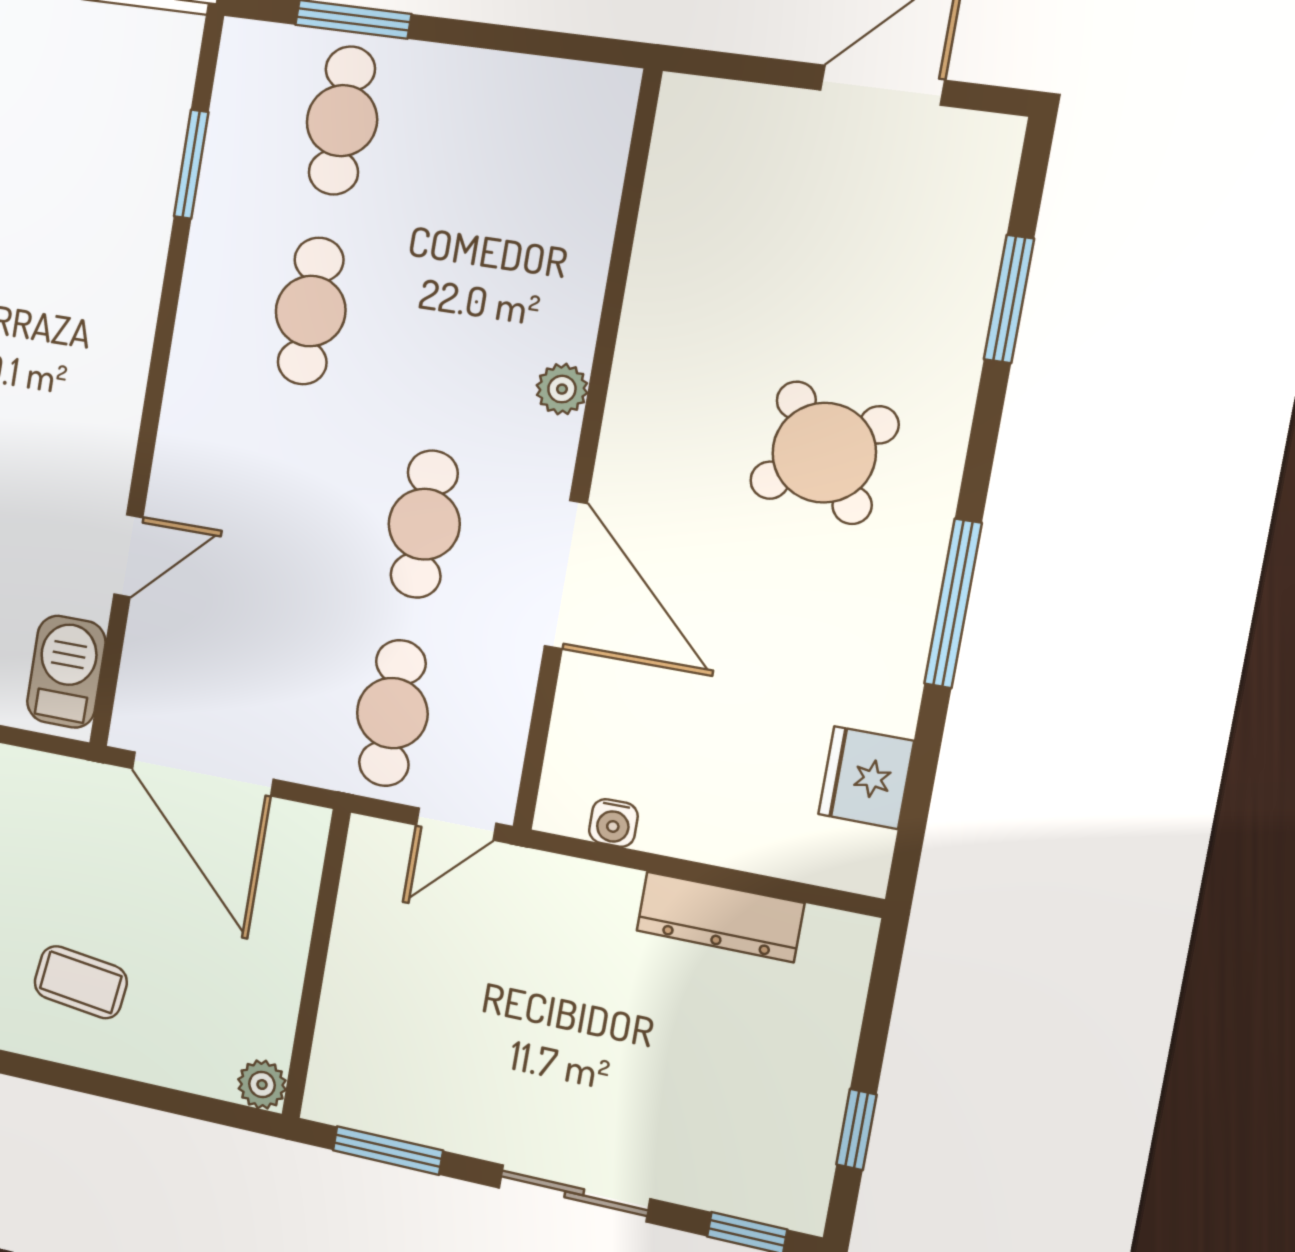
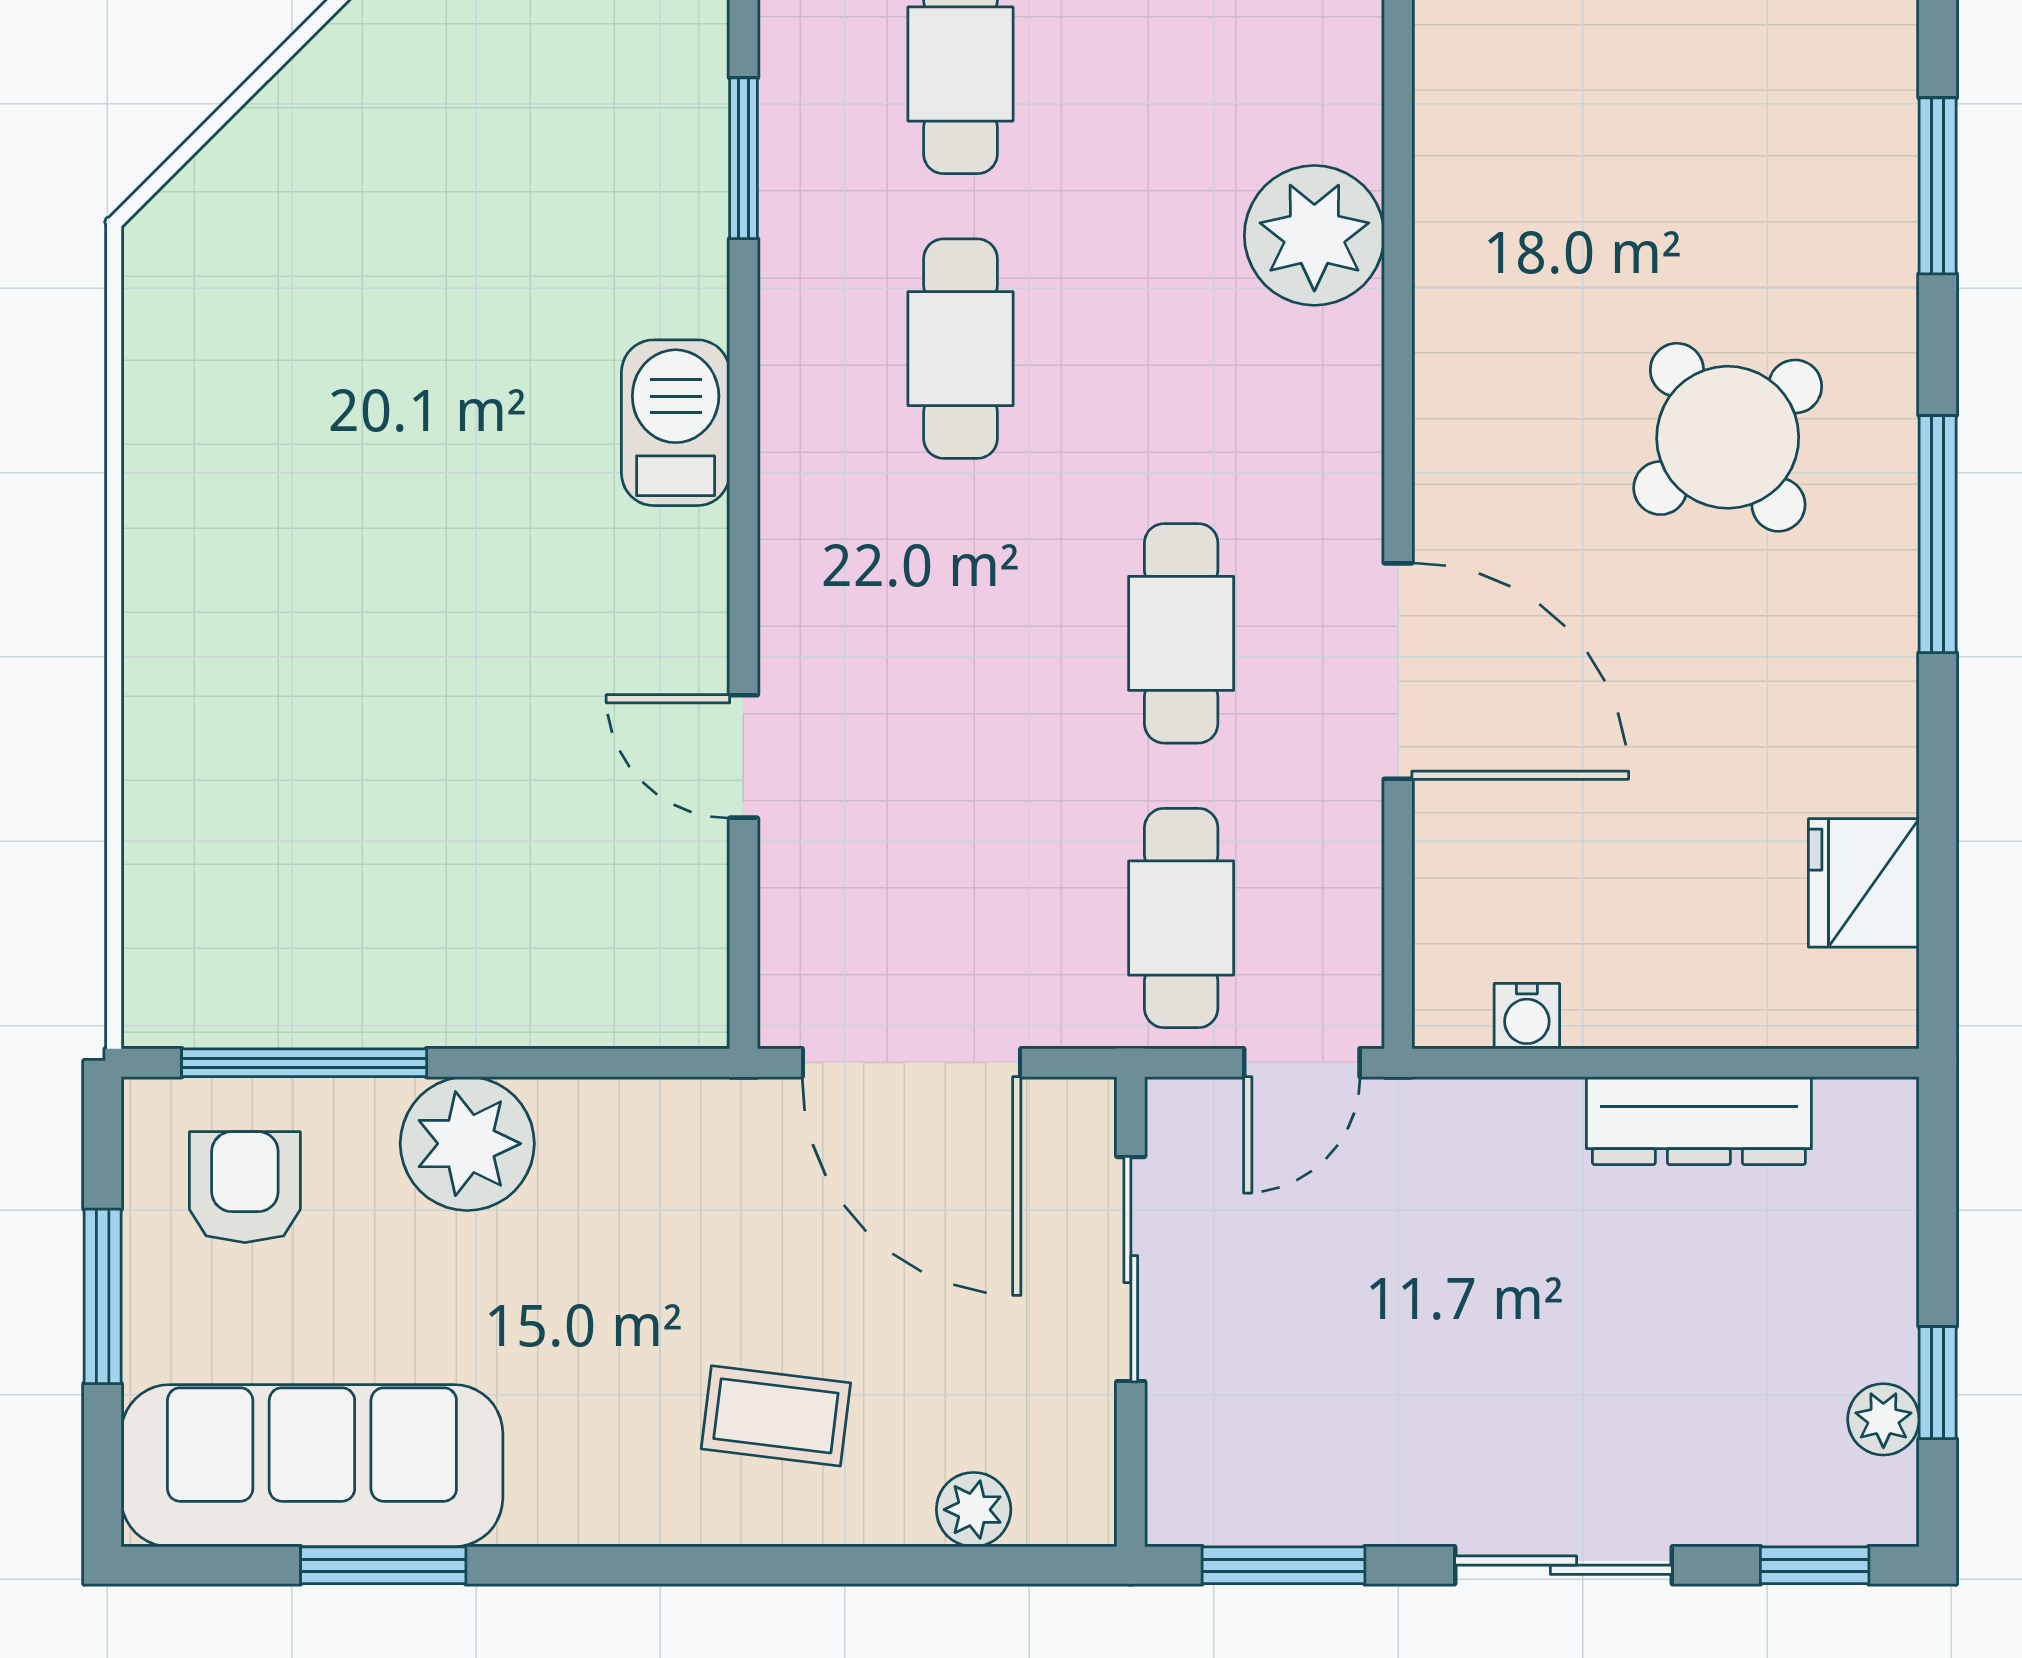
plant: (562, 389) -> (1314, 235), moved, width x1.88, depth x1.88
door: (128, 556) -> (743, 756), swing flipped
window: (953, 603) -> (1938, 534), moved
barbecue: (66, 672) -> (676, 423), moved
sliding door: (321, 936) -> (1131, 1269), added
plant: (262, 1085) -> (974, 1510), moved
plant: (813, 1146) -> (1883, 1419), added

